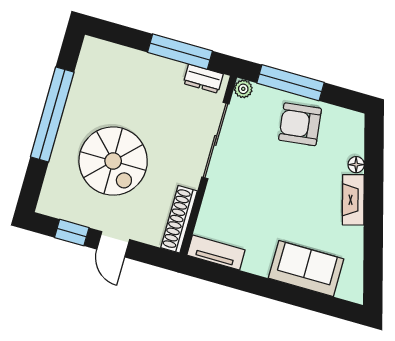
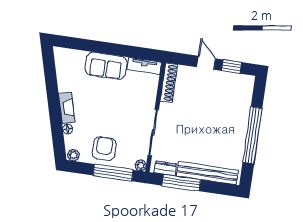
bench: (135, 62) -> (207, 173), added
plant: (352, 120) -> (73, 155), added
armchair: (300, 124) -> (104, 149), turned -83
spiral stairs: (113, 161) -> (213, 112), removed
sofa: (306, 269) -> (106, 66), moved

